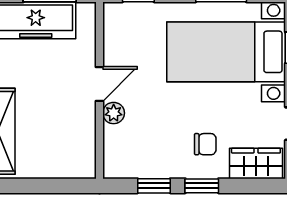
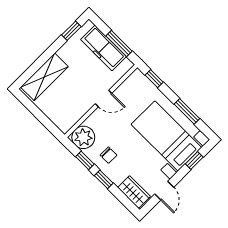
plant: (114, 113) -> (83, 137), moved, width x1.87, depth x1.87
chair: (205, 144) -> (108, 155), moved

